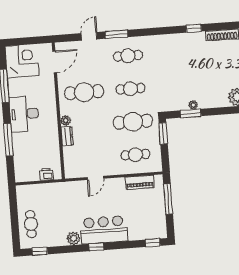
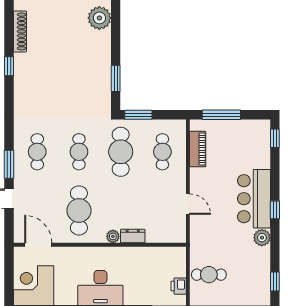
plant: (193, 105) -> (105, 74), removed
printer: (46, 174) -> (179, 286), moved
cafe table: (31, 224) -> (209, 275), moved

